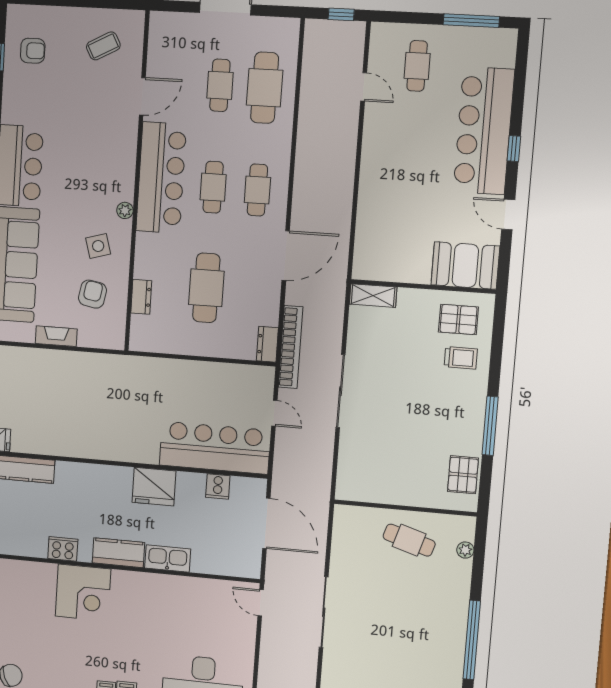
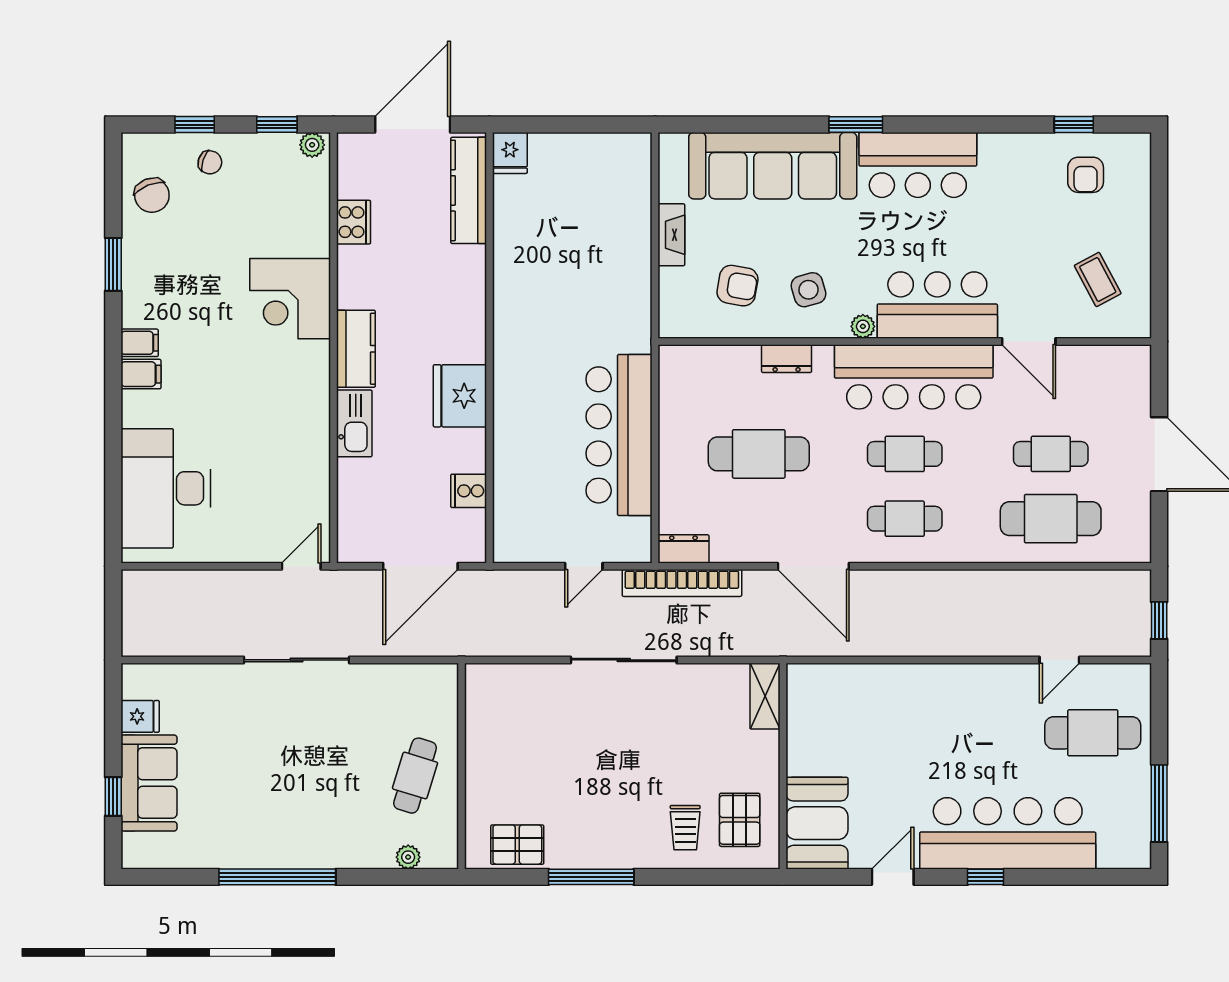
cafe table: (417, 66) -> (1093, 733), width x1.37, depth x1.35
bar counter: (114, 158) -> (937, 305), added
dresser: (141, 297) -> (787, 359), moved
bar counter: (215, 448) -> (619, 435), moved, turned 180
cooker: (63, 549) -> (353, 222), moved

